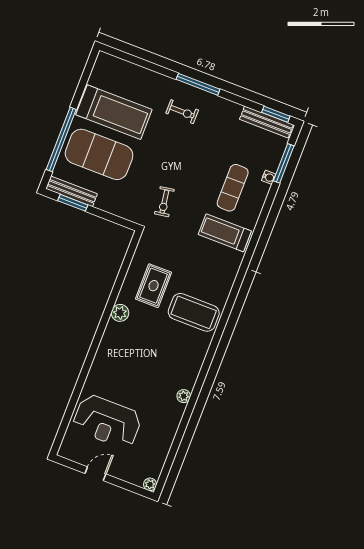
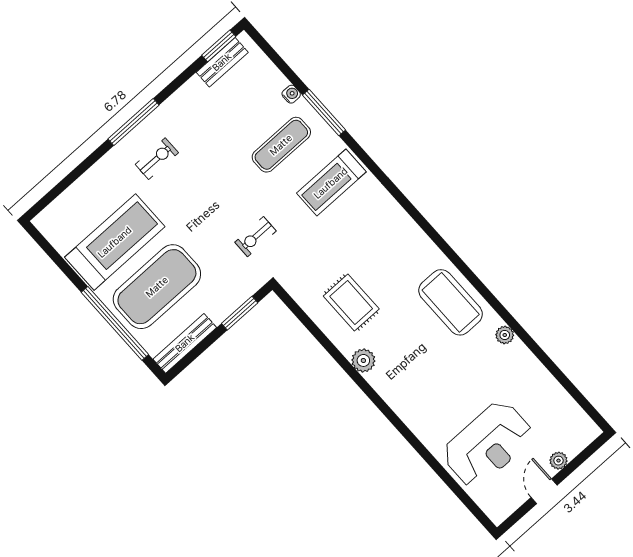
bench: (266, 122) -> (222, 62), width x0.73
window: (284, 163) -> (324, 112), moved
exercise mat: (233, 188) -> (281, 145), turned 90
exercise bike: (164, 202) -> (256, 237), turned 99
window: (73, 203) -> (240, 313), moved
coffee table: (194, 312) -> (451, 302), moved, turned 90
plant: (150, 484) -> (559, 461), moved

